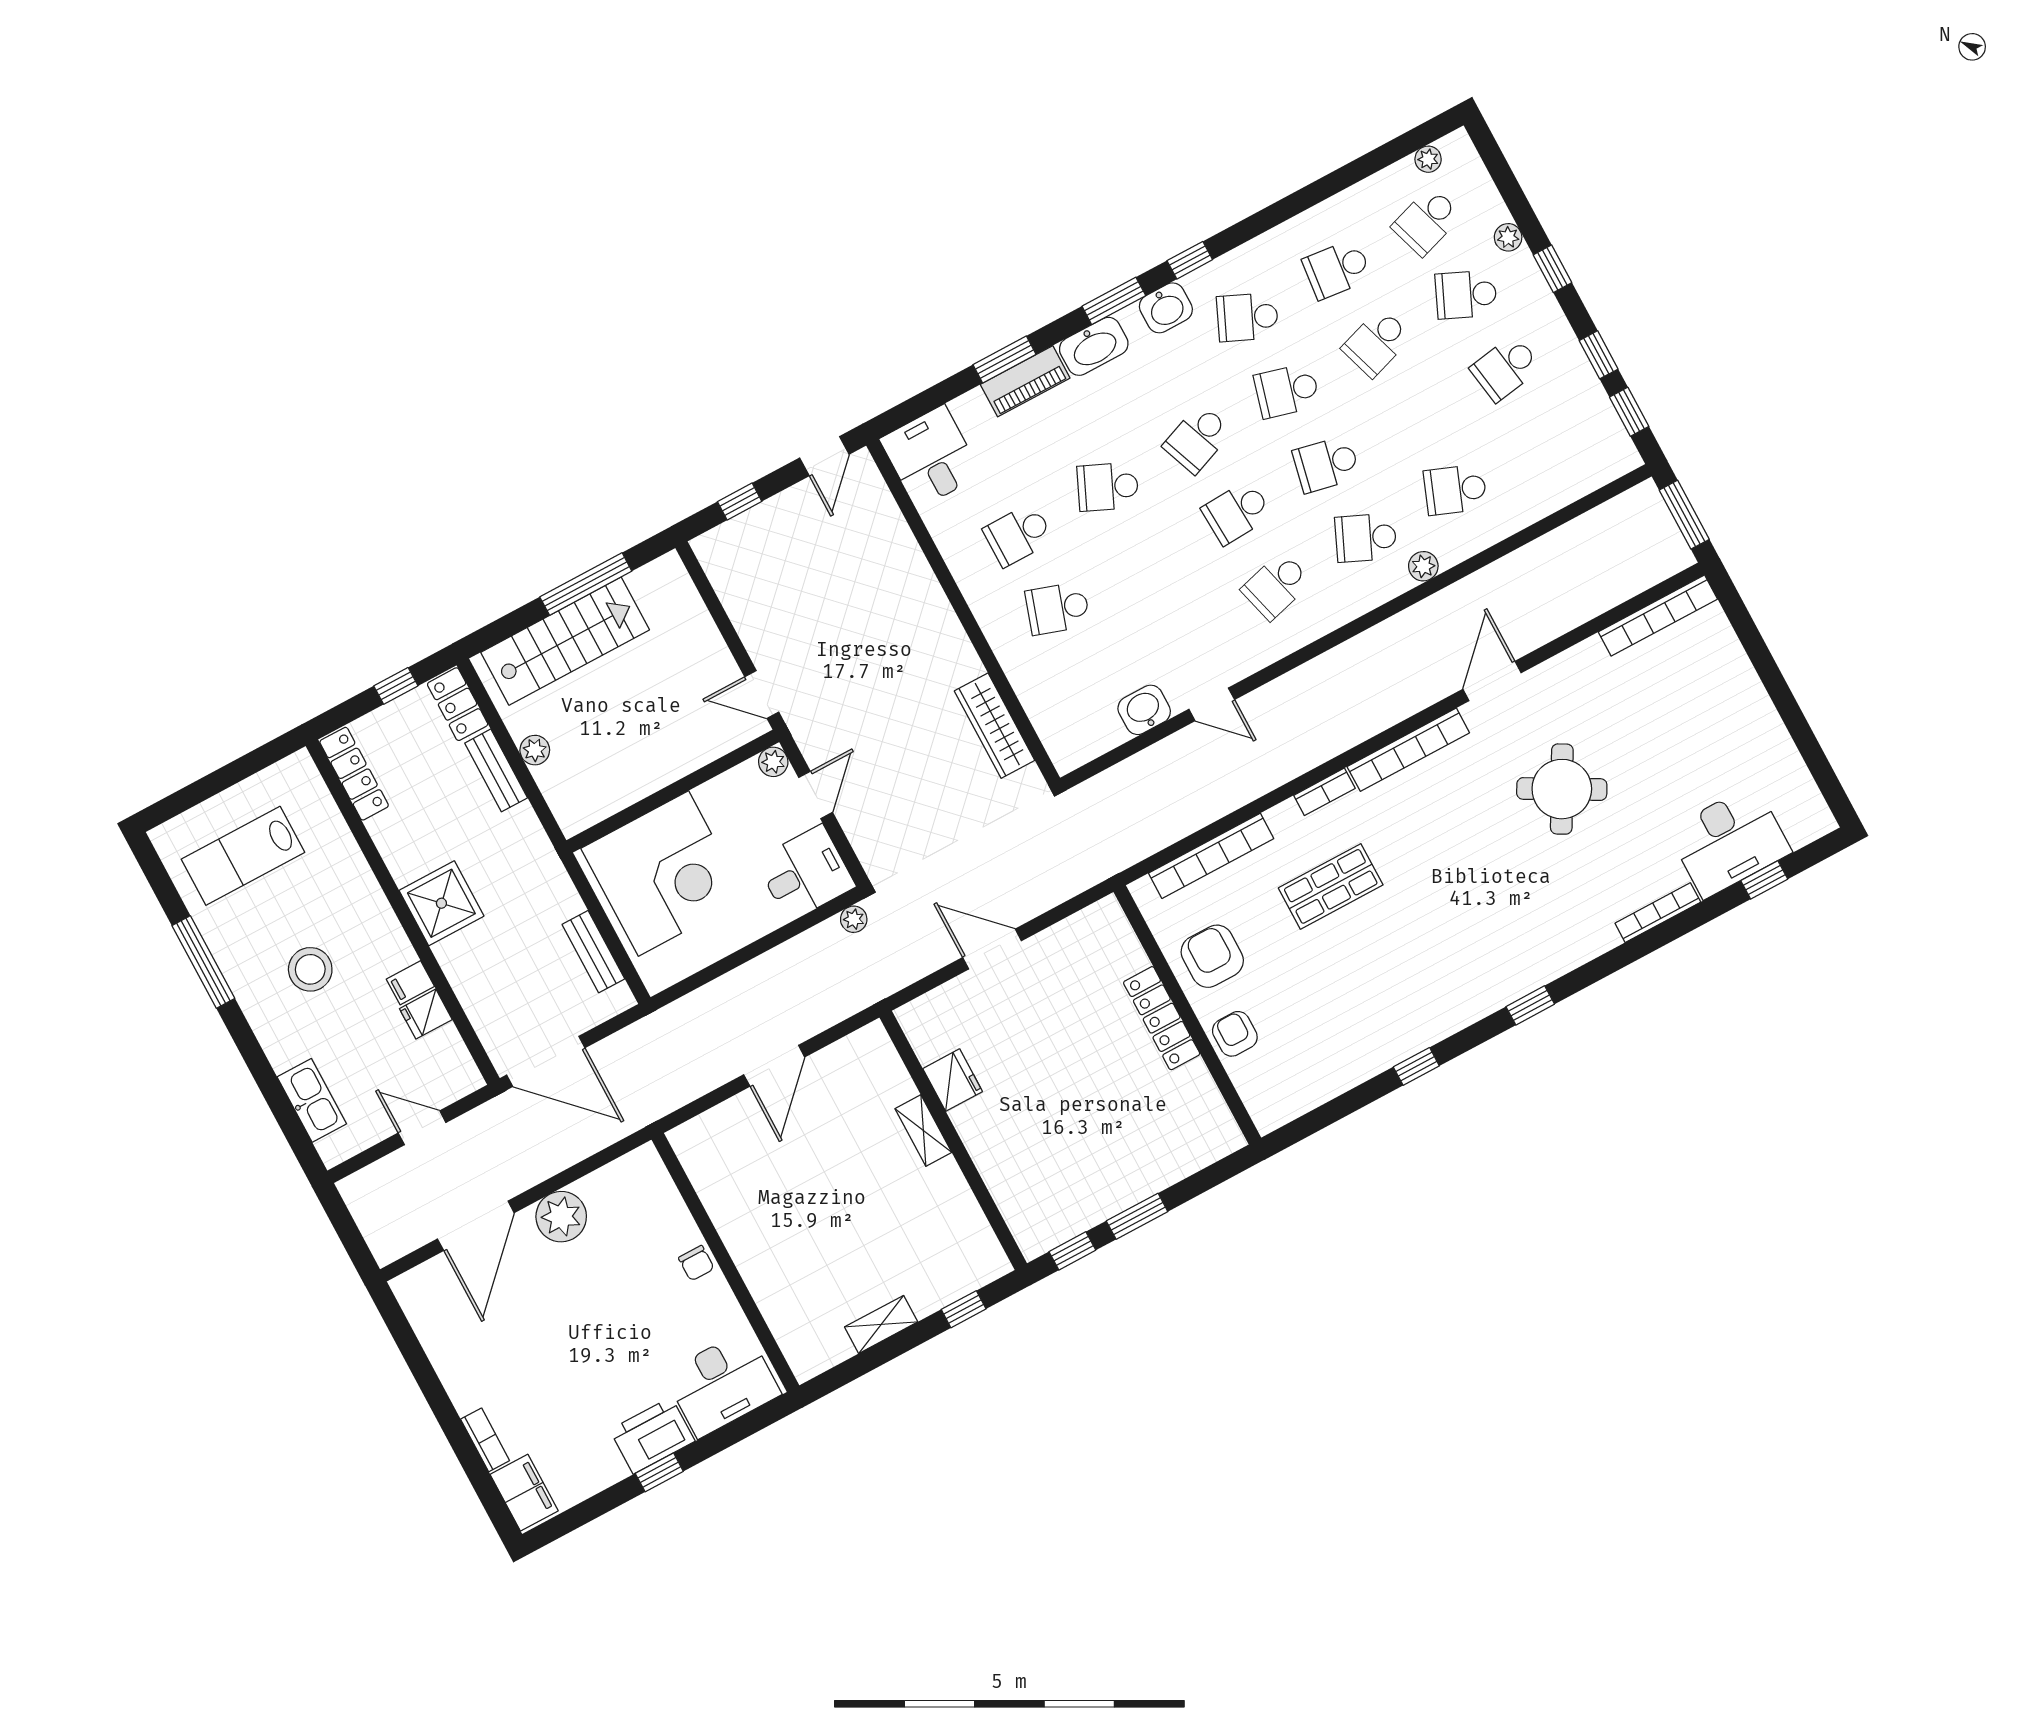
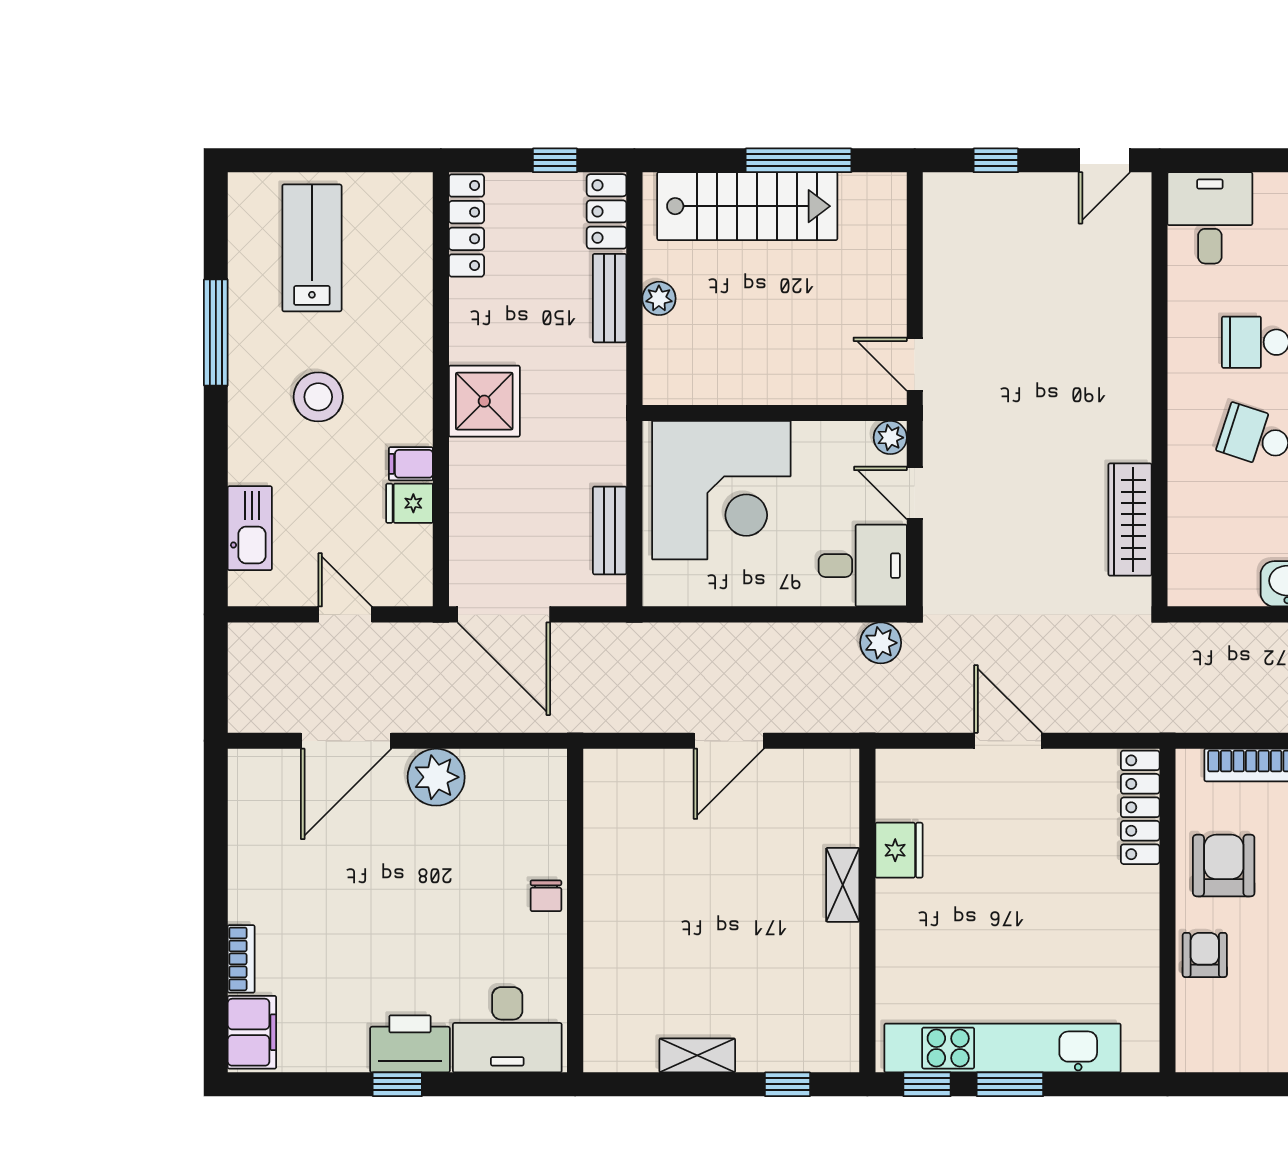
door: (816, 795) -> (915, 493), swing flipped
lab bench: (243, 856) -> (312, 248), turned 90
plant: (854, 919) -> (881, 643), width x1.38, depth x1.38
locker: (1162, 1018) -> (1140, 807), moved
kitchen unit: (1116, 1191) -> (1003, 1048), added

